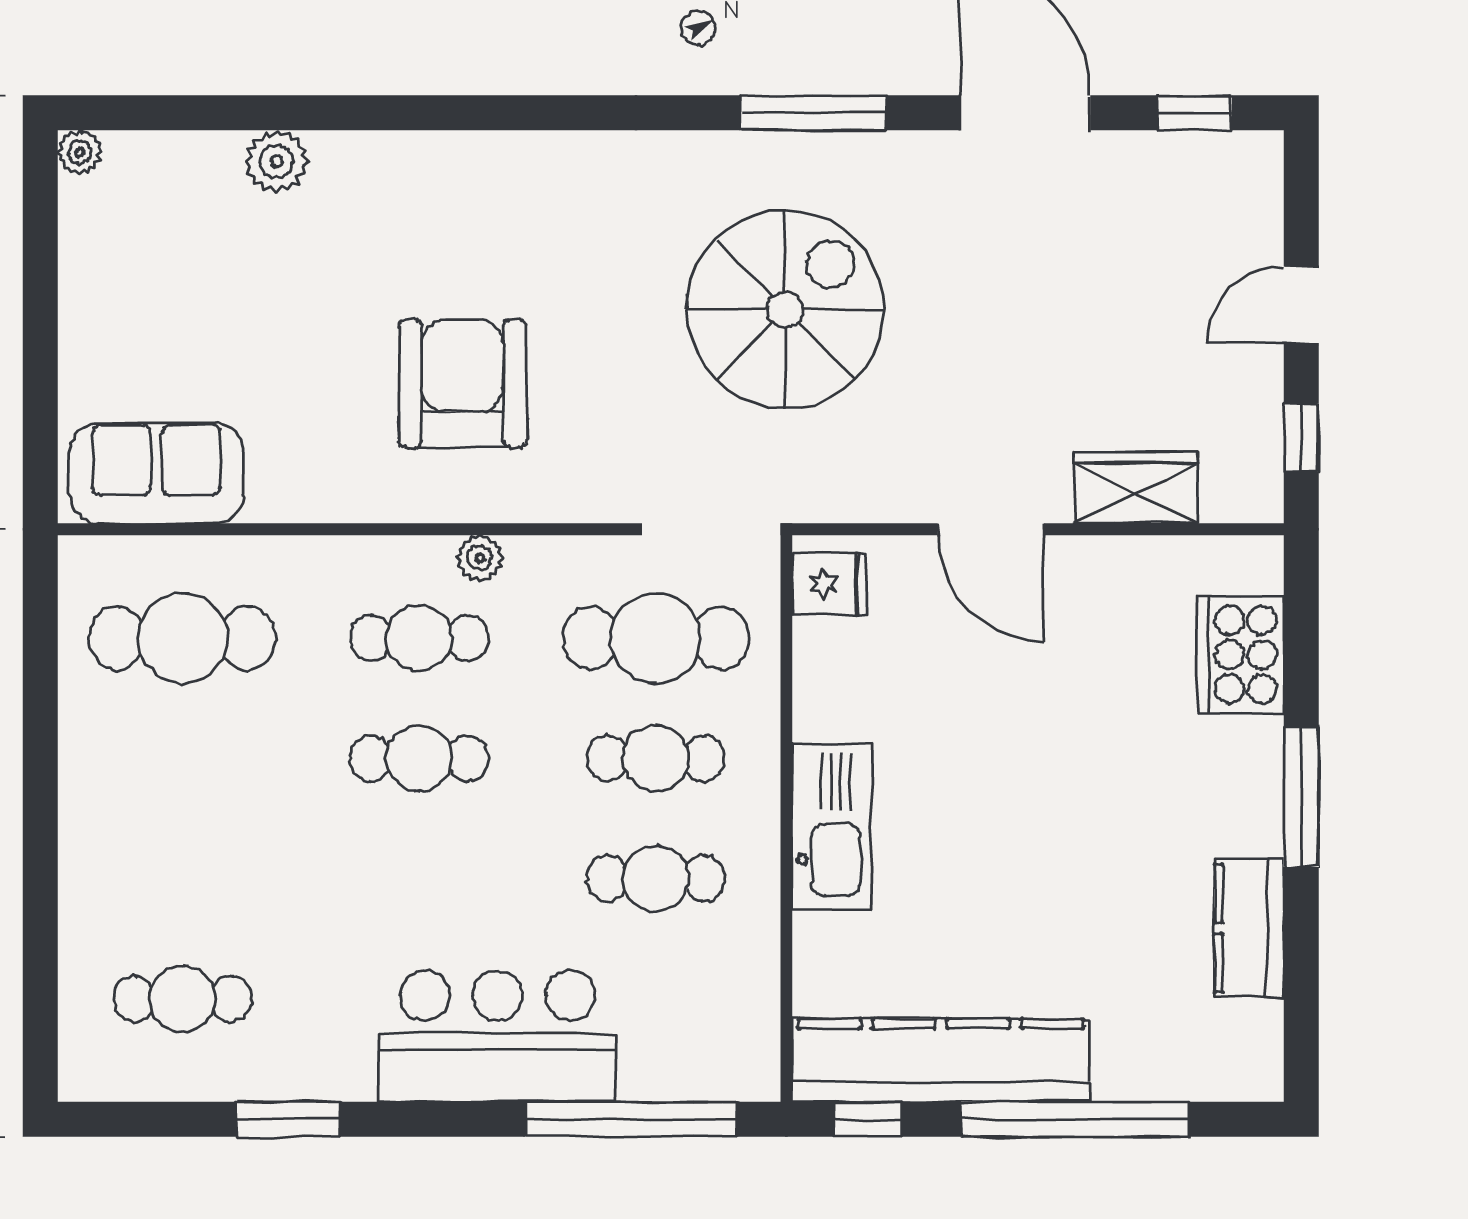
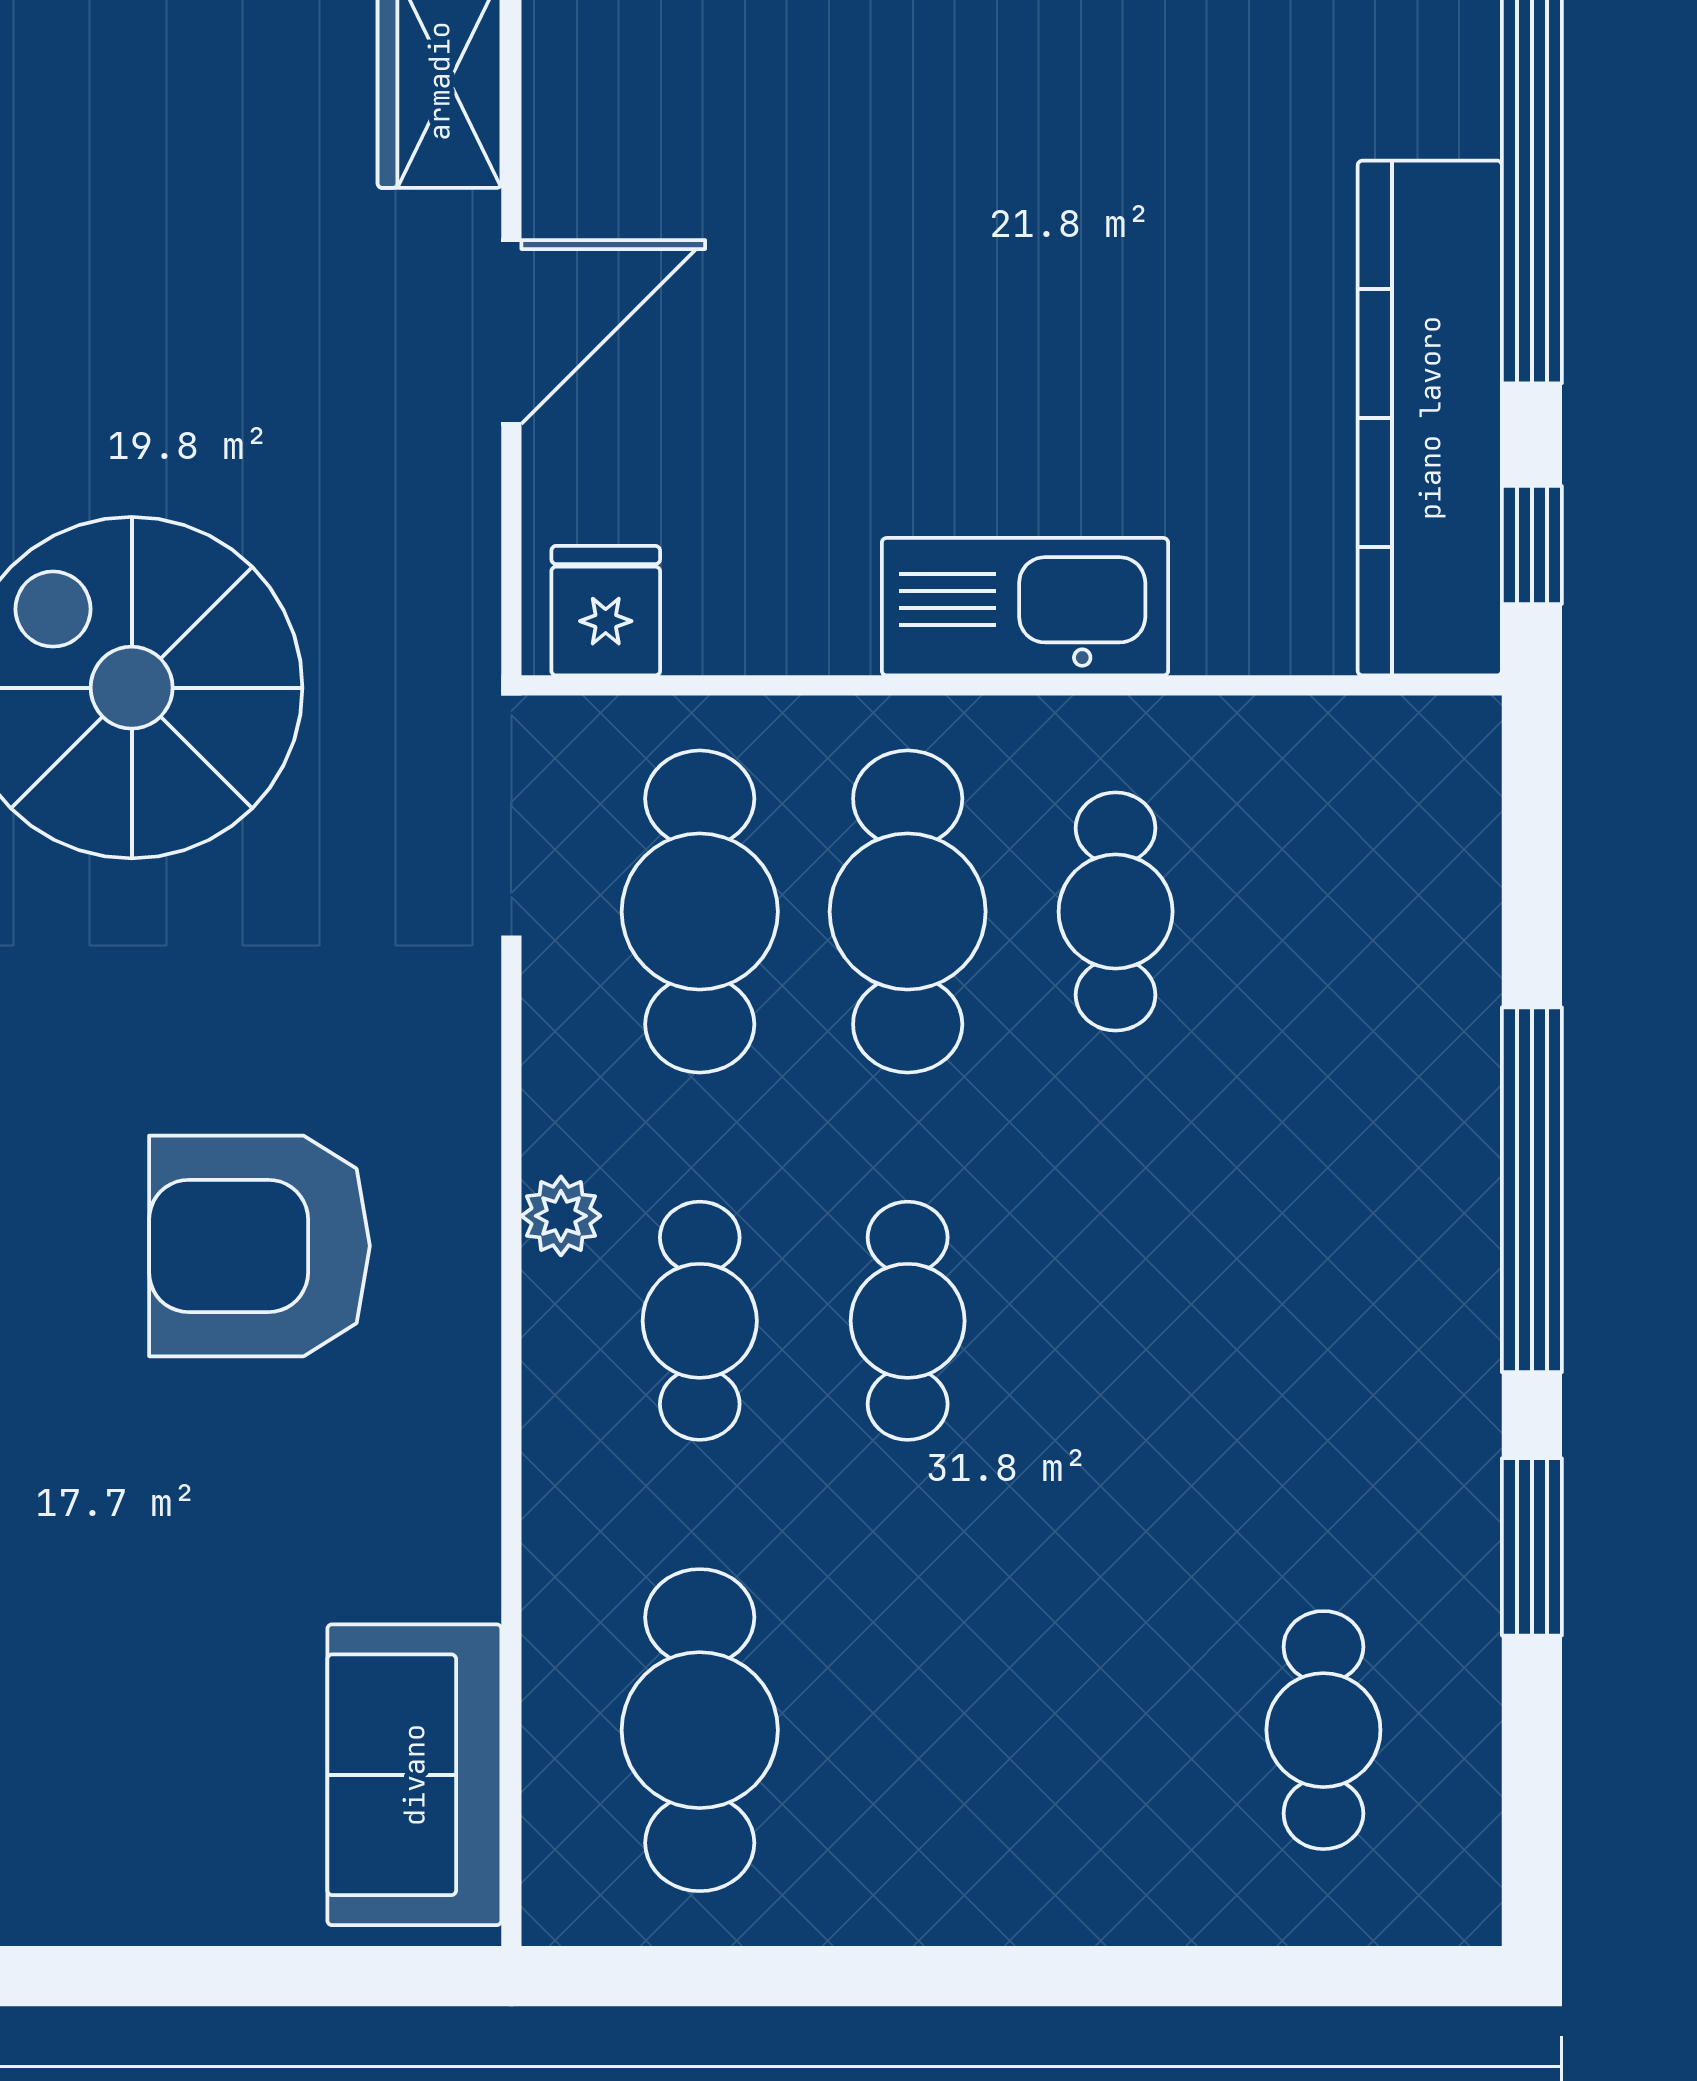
cafe table: (656, 758) -> (908, 912), width x1.37, depth x1.35
bar counter: (498, 1036) -> (1388, 1185), removed
window: (631, 1119) -> (1532, 1190), moved

